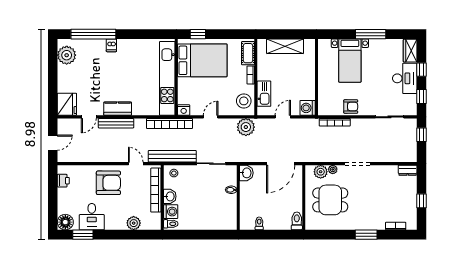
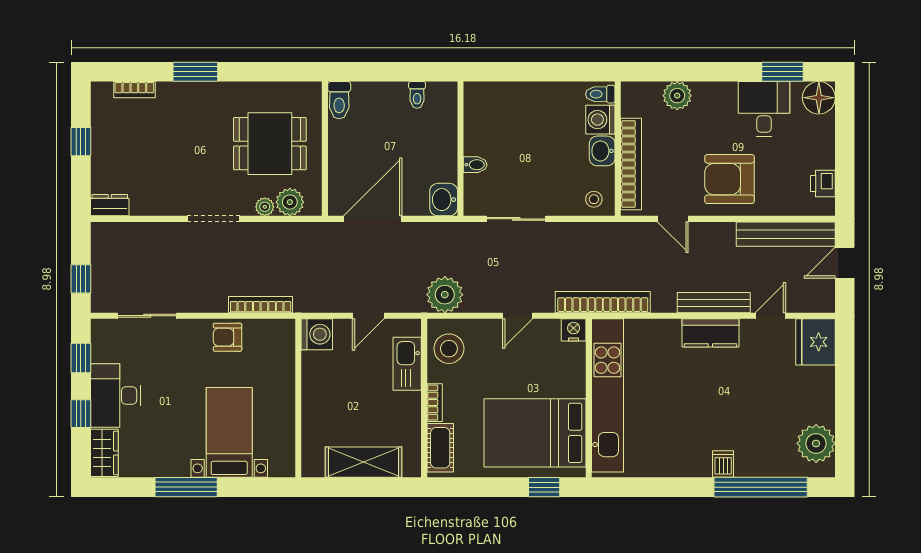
bench: (172, 156) -> (786, 234), moved

